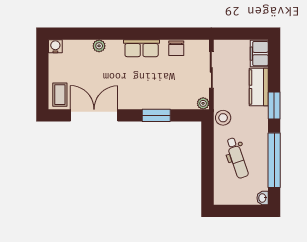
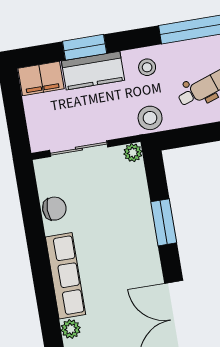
row of seats: (142, 48) -> (65, 276), width x1.48
window: (274, 105) -> (85, 47), moved
stool: (255, 121) -> (147, 67), added

